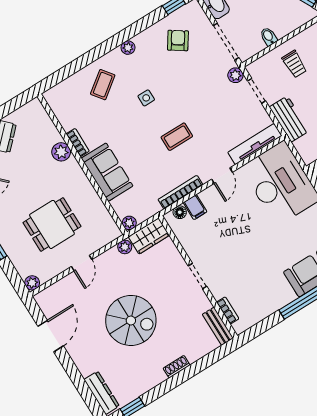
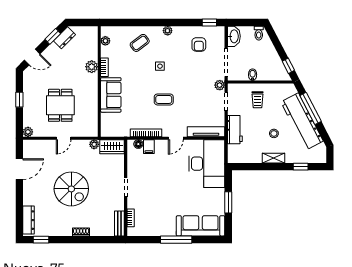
armchair: (178, 40) -> (199, 44), turned 146
plant: (129, 223) -> (105, 41), moved
dining table: (52, 224) -> (60, 105), turned 90

